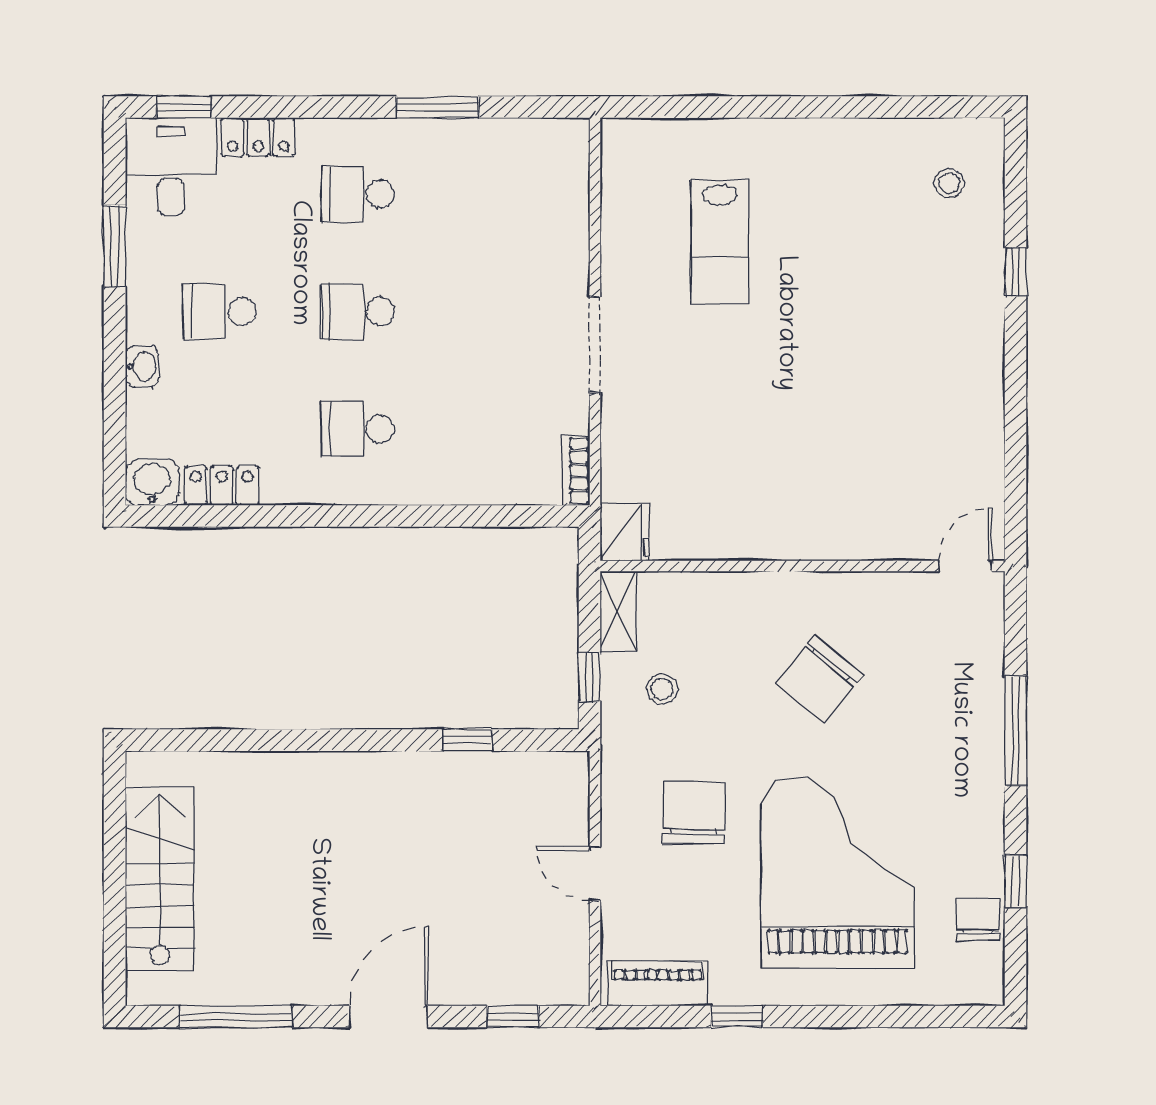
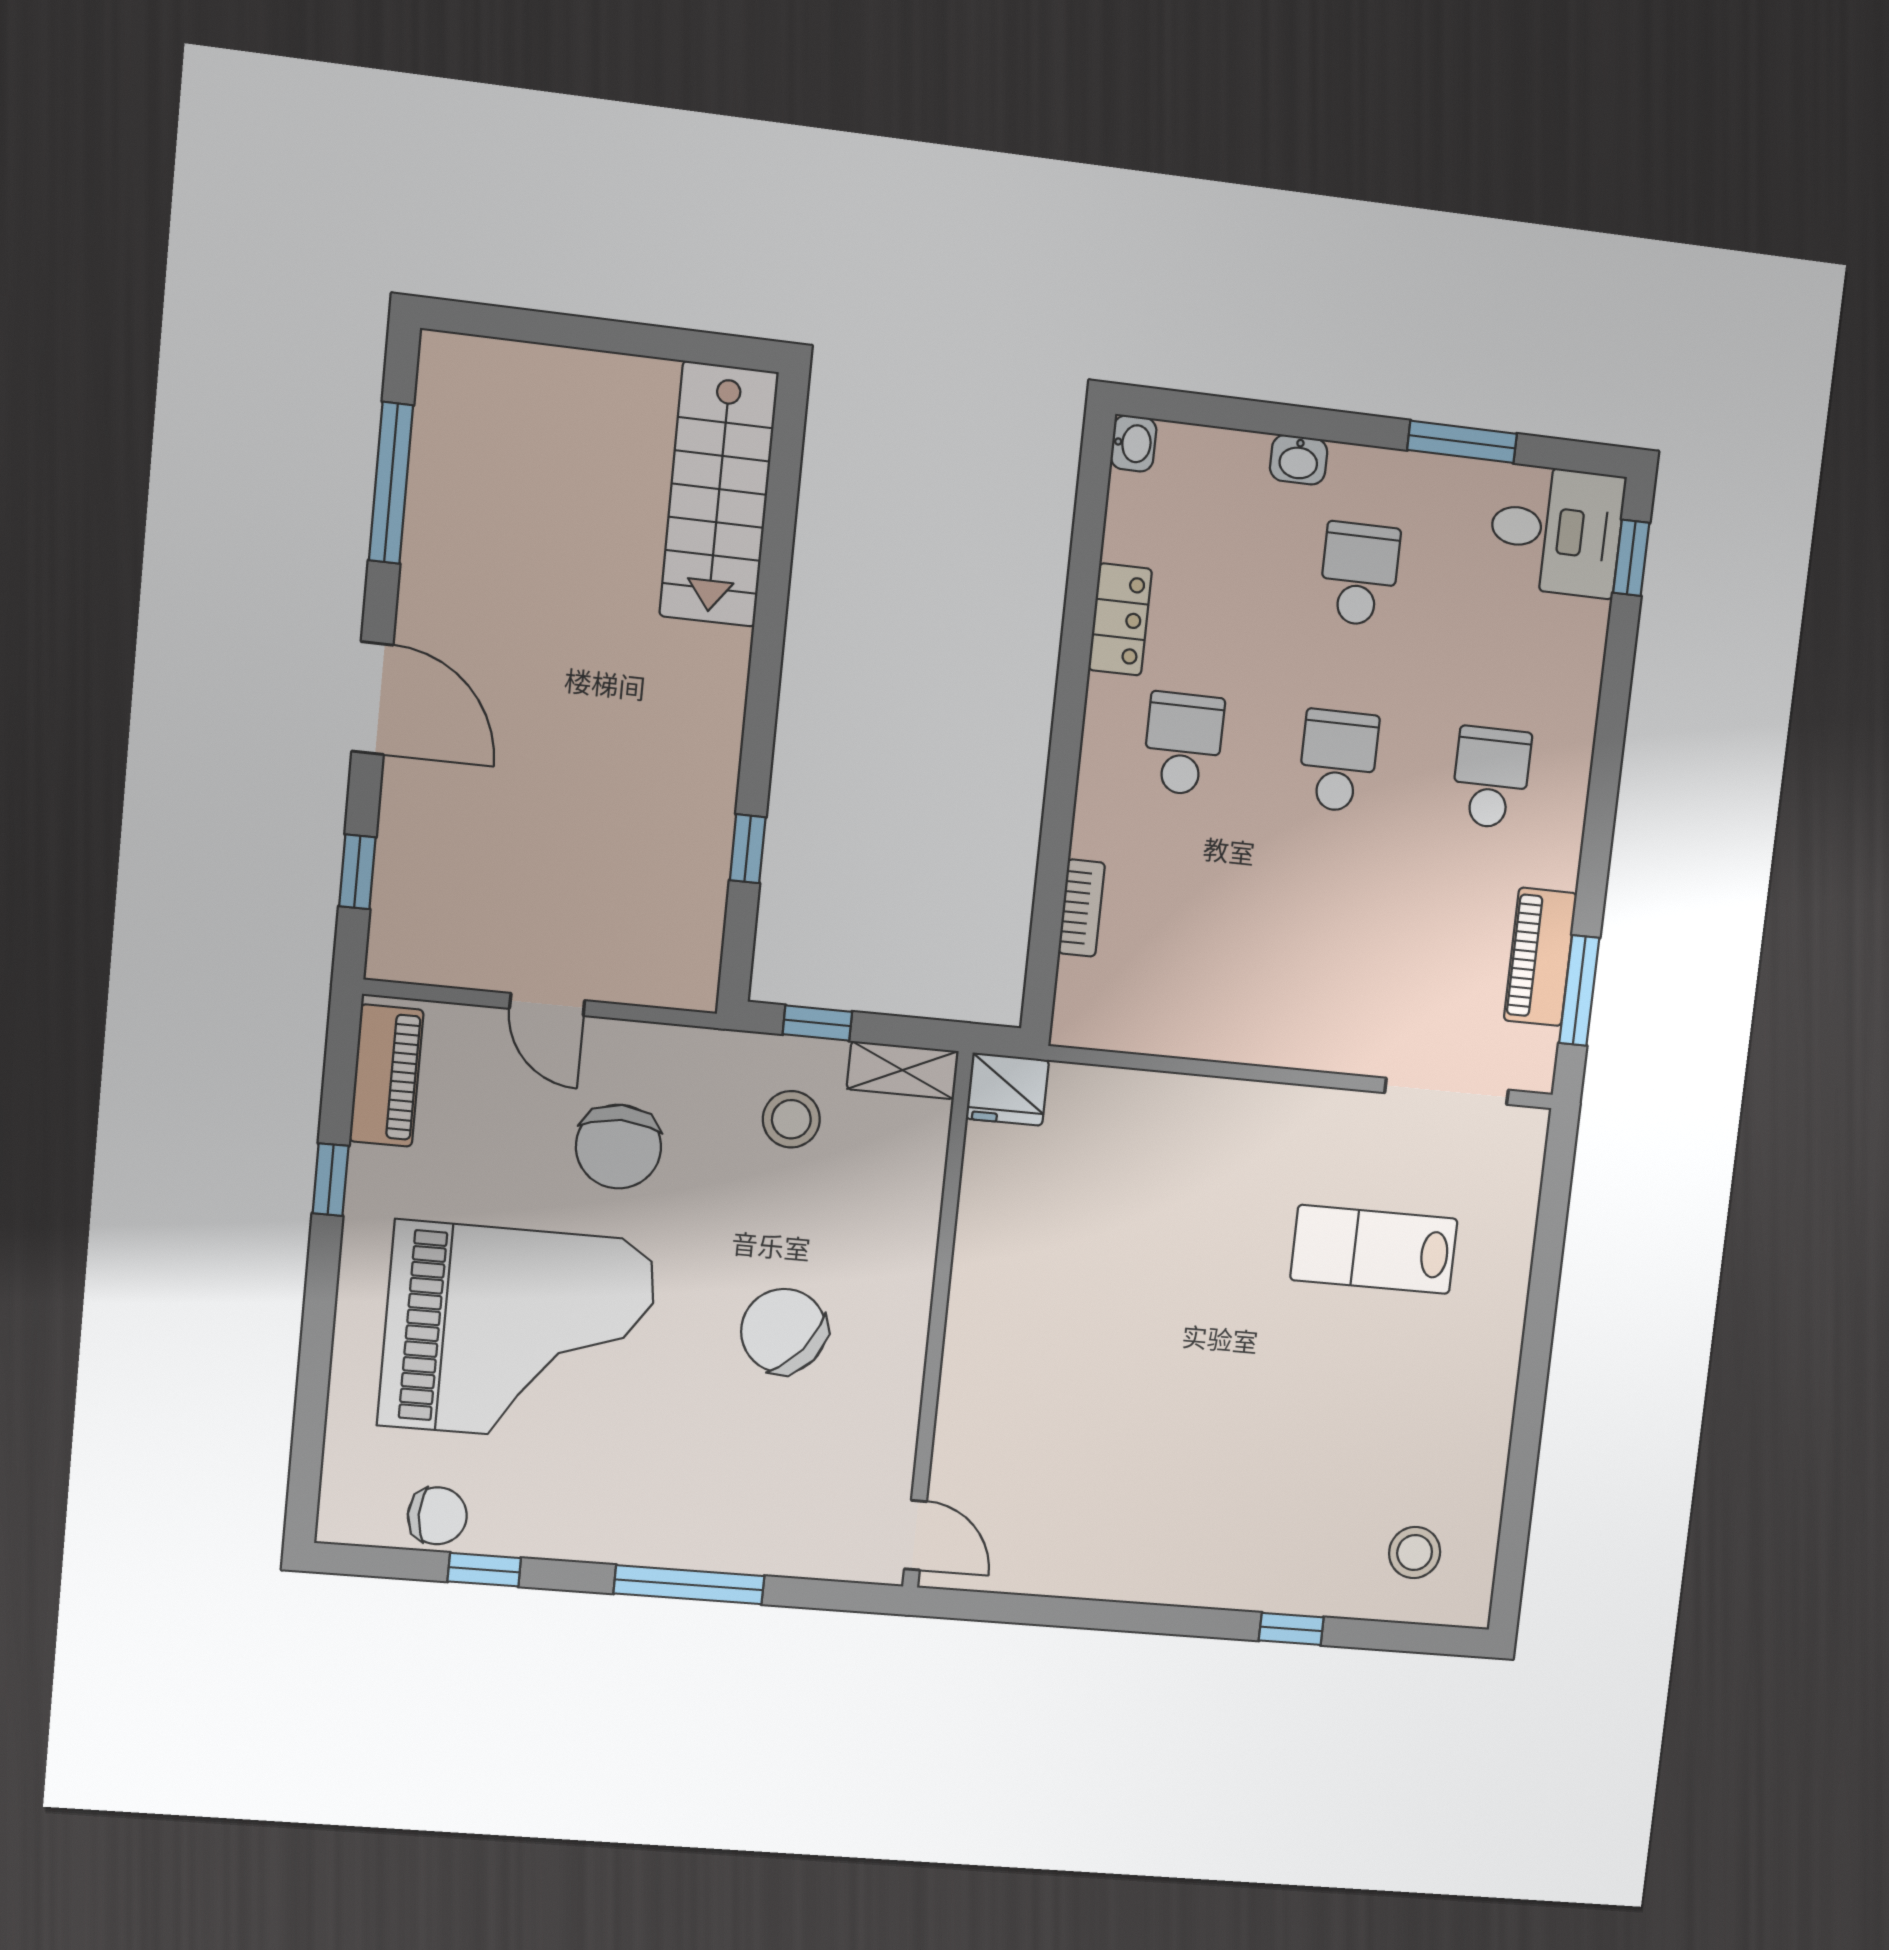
window: (437, 107) -> (1579, 991), moved
locker: (258, 137) -> (1580, 653), removed
piano: (487, 140) -> (1540, 957), added
stool: (949, 183) -> (1415, 1552), width x1.37, depth x1.37
doorway: (595, 345) -> (1447, 1091), moved
bookcase: (576, 470) -> (1082, 908), moved, turned 90
washbasin: (152, 482) -> (1133, 443), width x0.72, depth x0.69
locker: (222, 486) -> (1120, 619), moved
stool: (662, 689) -> (791, 1119), width x1.37, depth x1.37
chair: (694, 813) -> (619, 1147), turned 90
door: (595, 874) -> (547, 1004), swing flipped
stairs: (160, 879) -> (719, 494), moved, turned 90

